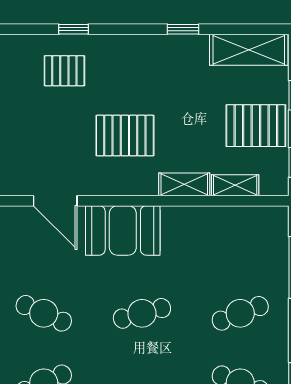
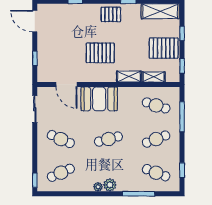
pallet: (64, 71) -> (111, 14), moved
cafe table: (240, 244) -> (156, 105), added

